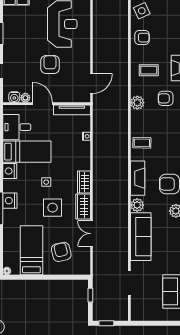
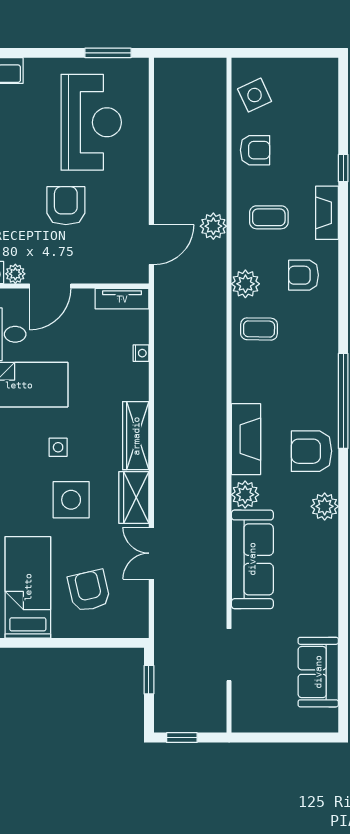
plant: (122, 75) -> (213, 226), added
door: (42, 104) -> (50, 286), swing flipped
tv unit: (72, 110) -> (122, 299), width x0.71
coffee table: (142, 143) -> (259, 329), moved
wardrobe: (84, 182) -> (136, 436), width x1.50

